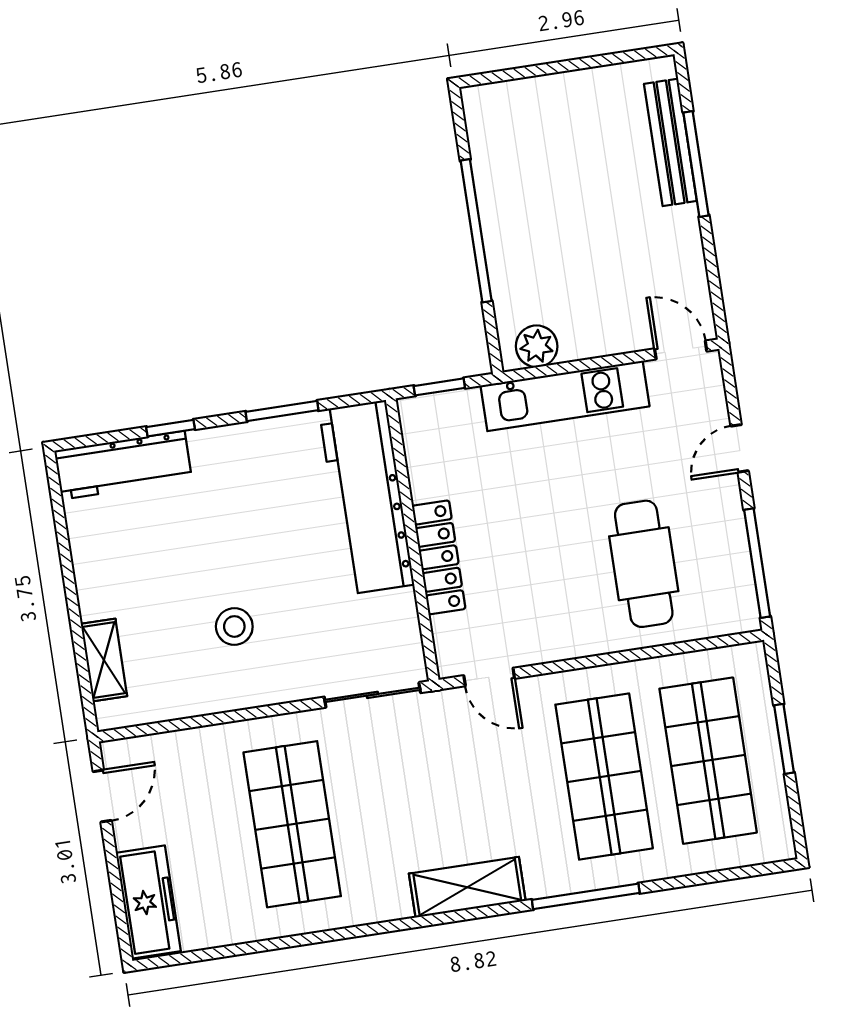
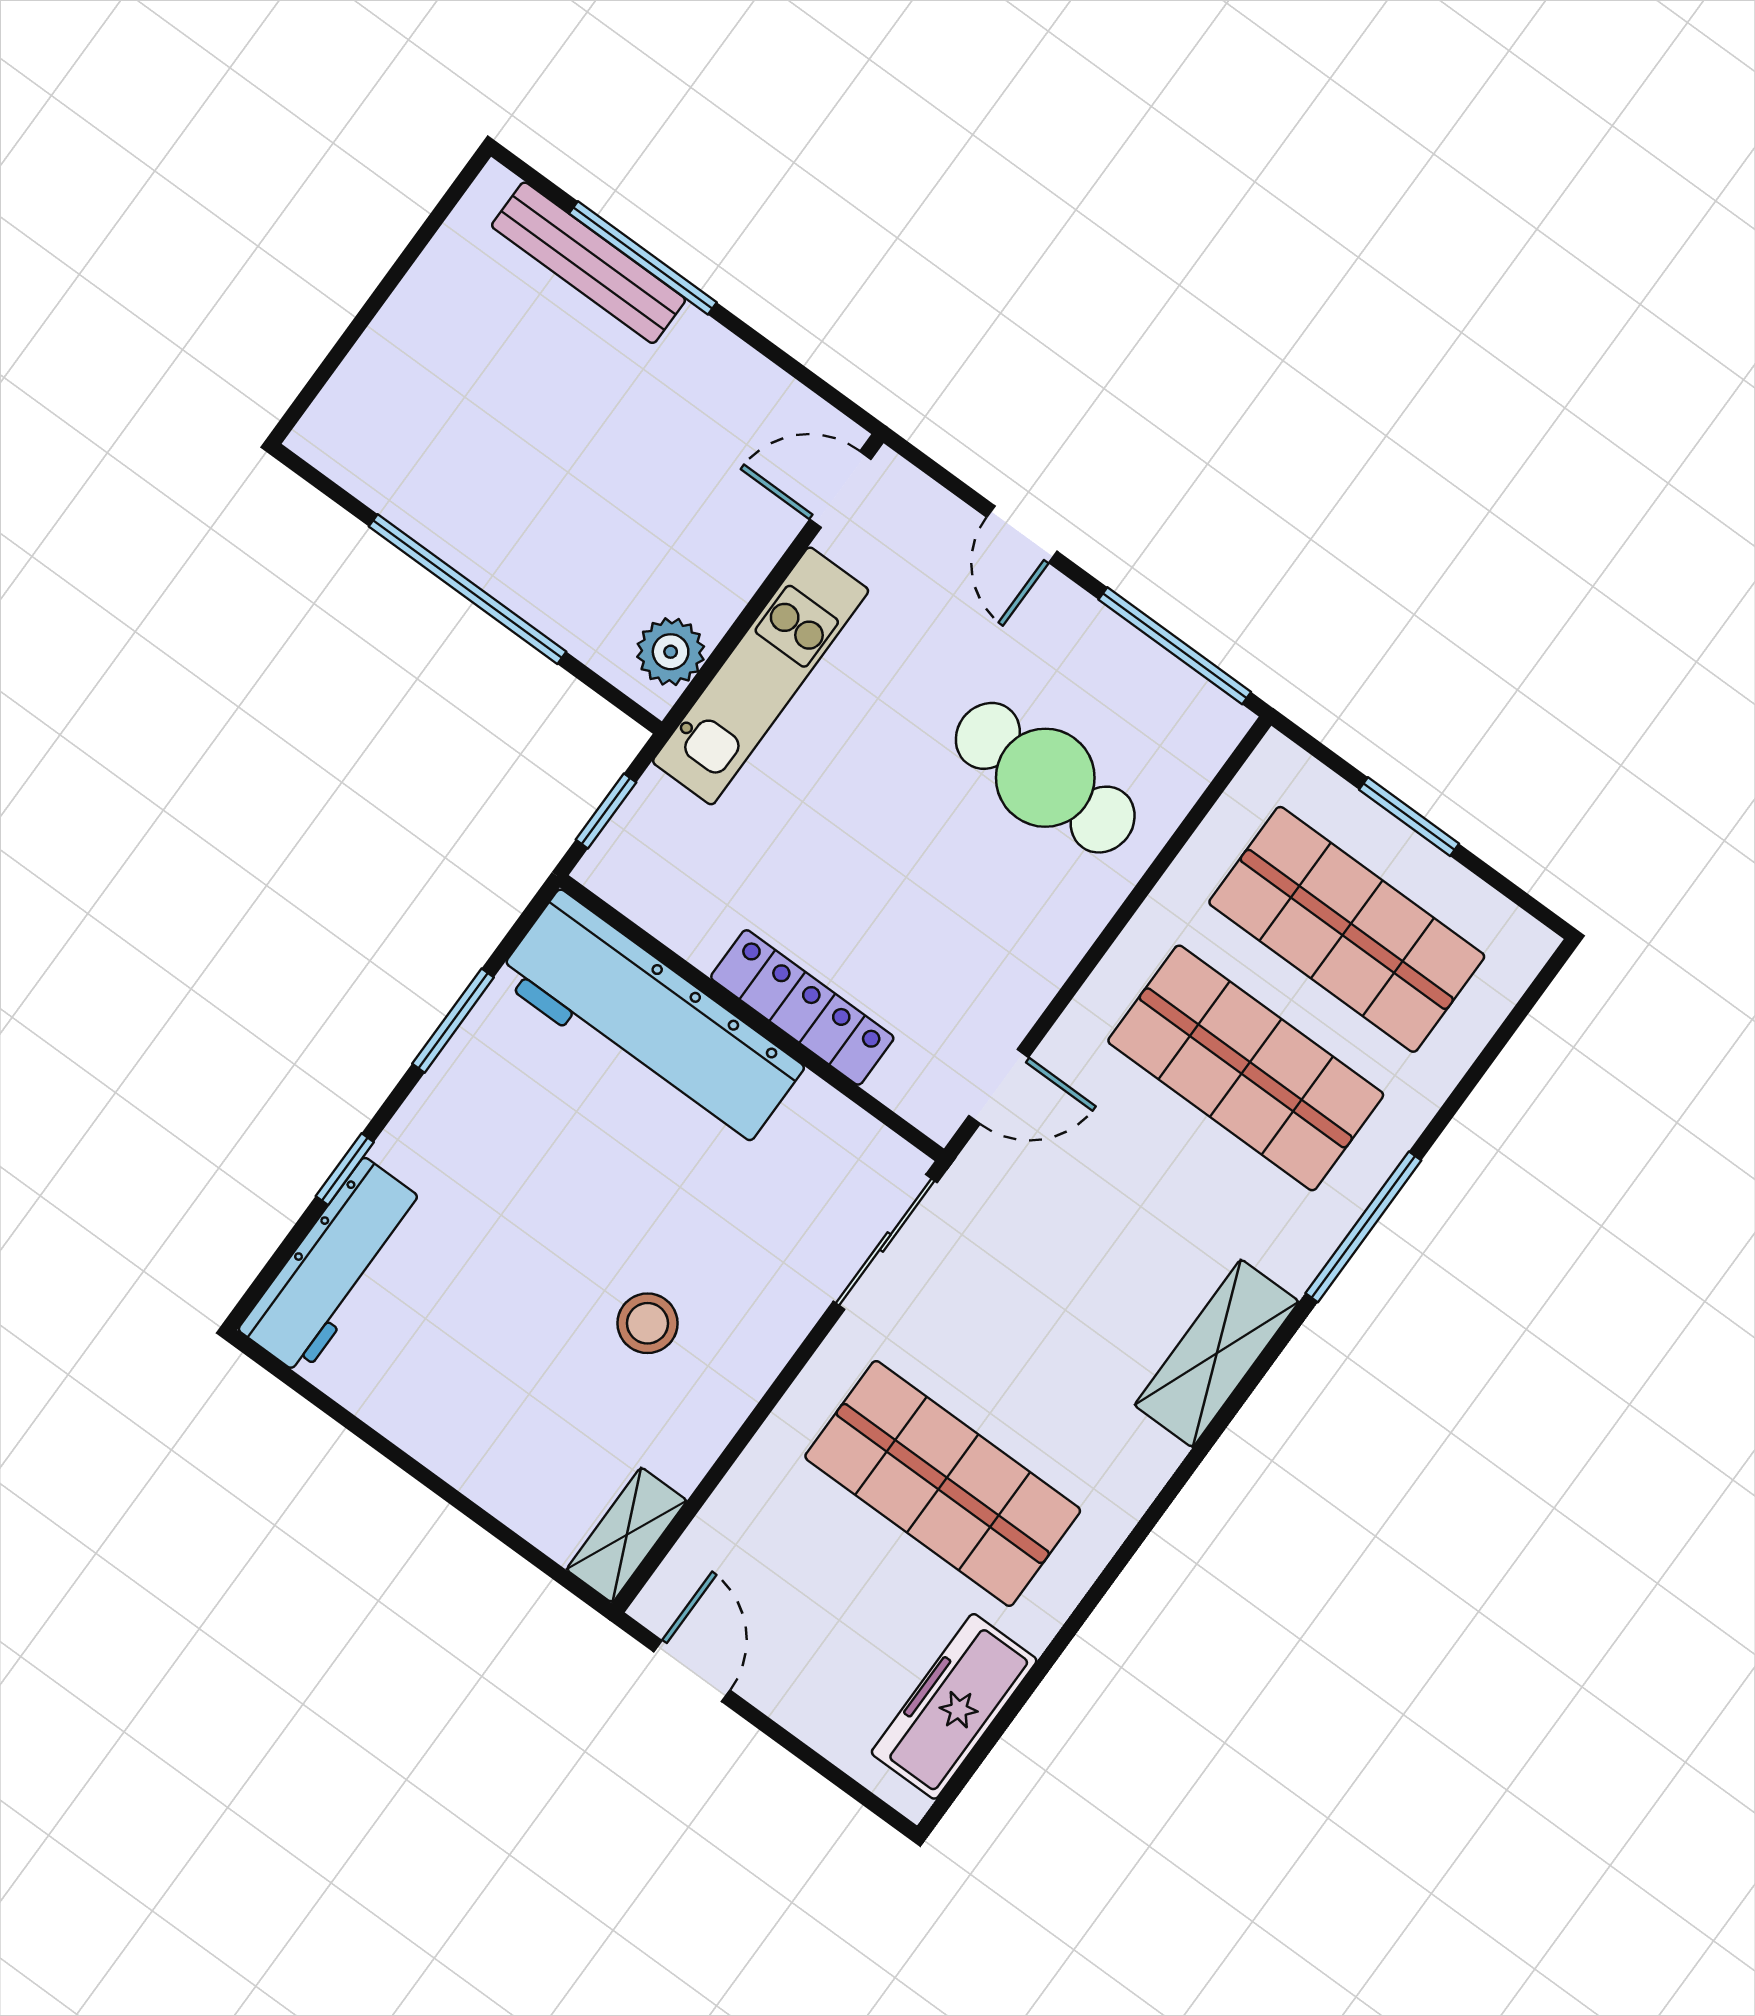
shelving: (104, 660) -> (627, 1535), moved, turned 90
freezer: (148, 902) -> (954, 1706), moved, turned -90

